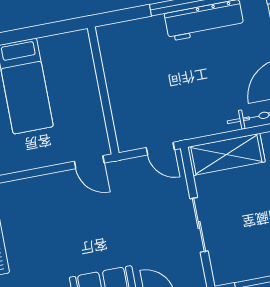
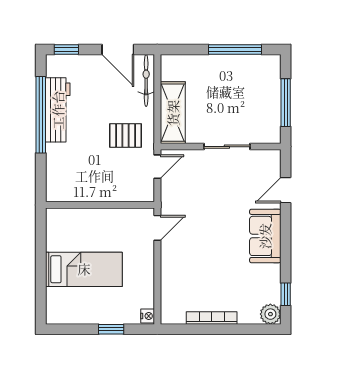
pallet: (189, 105) -> (126, 135), added

